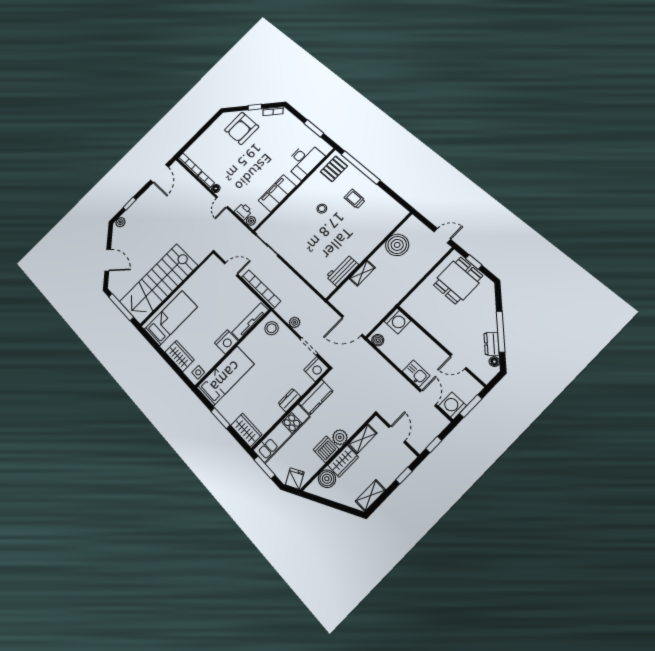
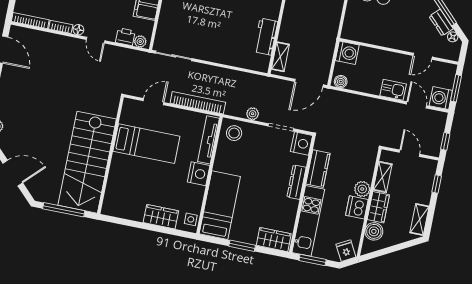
shelving: (362, 273) -> (280, 57), moved
bed: (171, 318) -> (146, 144), moved, turned 90
dresser: (289, 400) -> (296, 182), width x1.44

